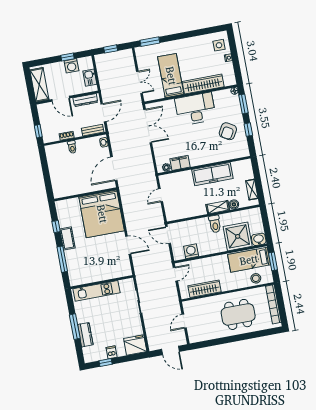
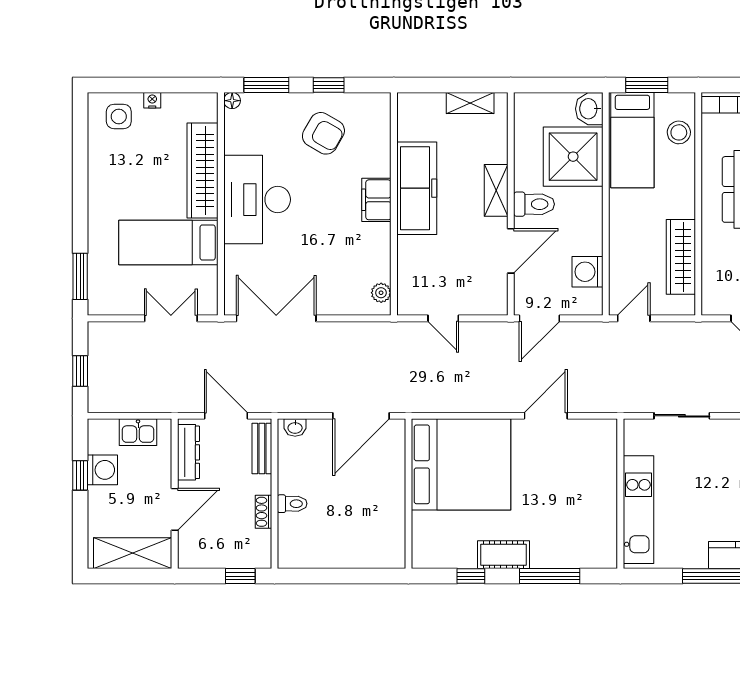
filing cabinet: (180, 163) -> (376, 200), moved
door: (114, 169) -> (361, 416), hinge flipped
boiler: (234, 204) -> (497, 151), removed
door: (194, 218) -> (511, 251), added
door: (175, 274) -> (634, 318), hinge flipped

